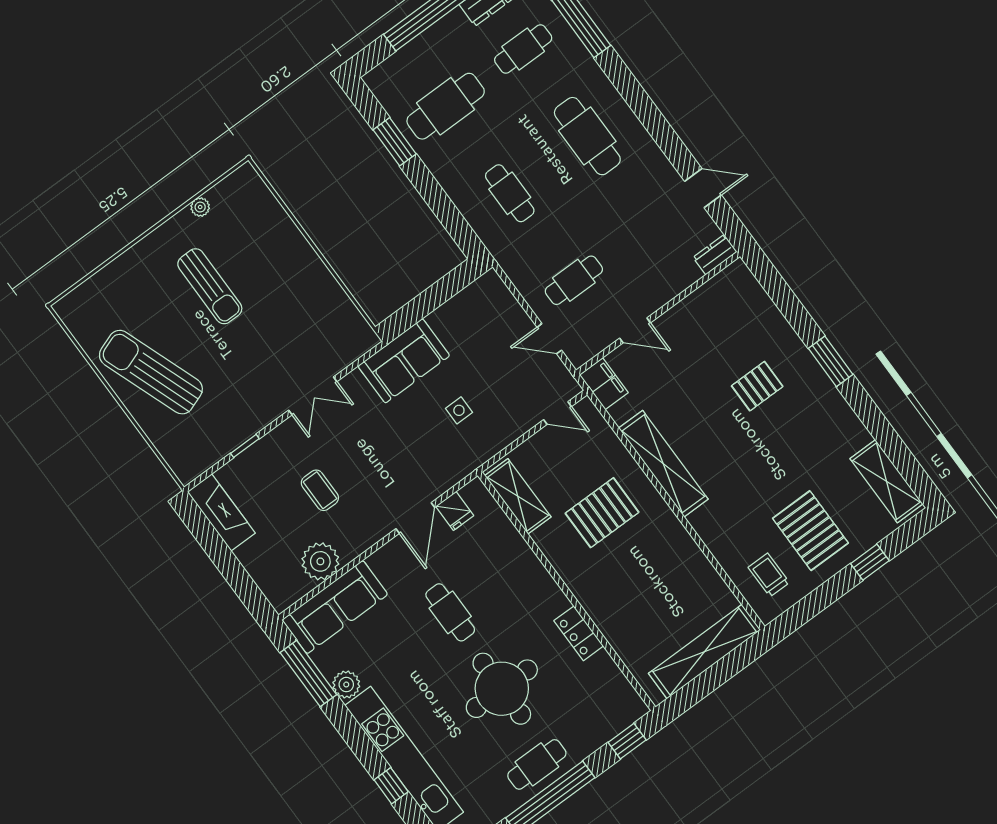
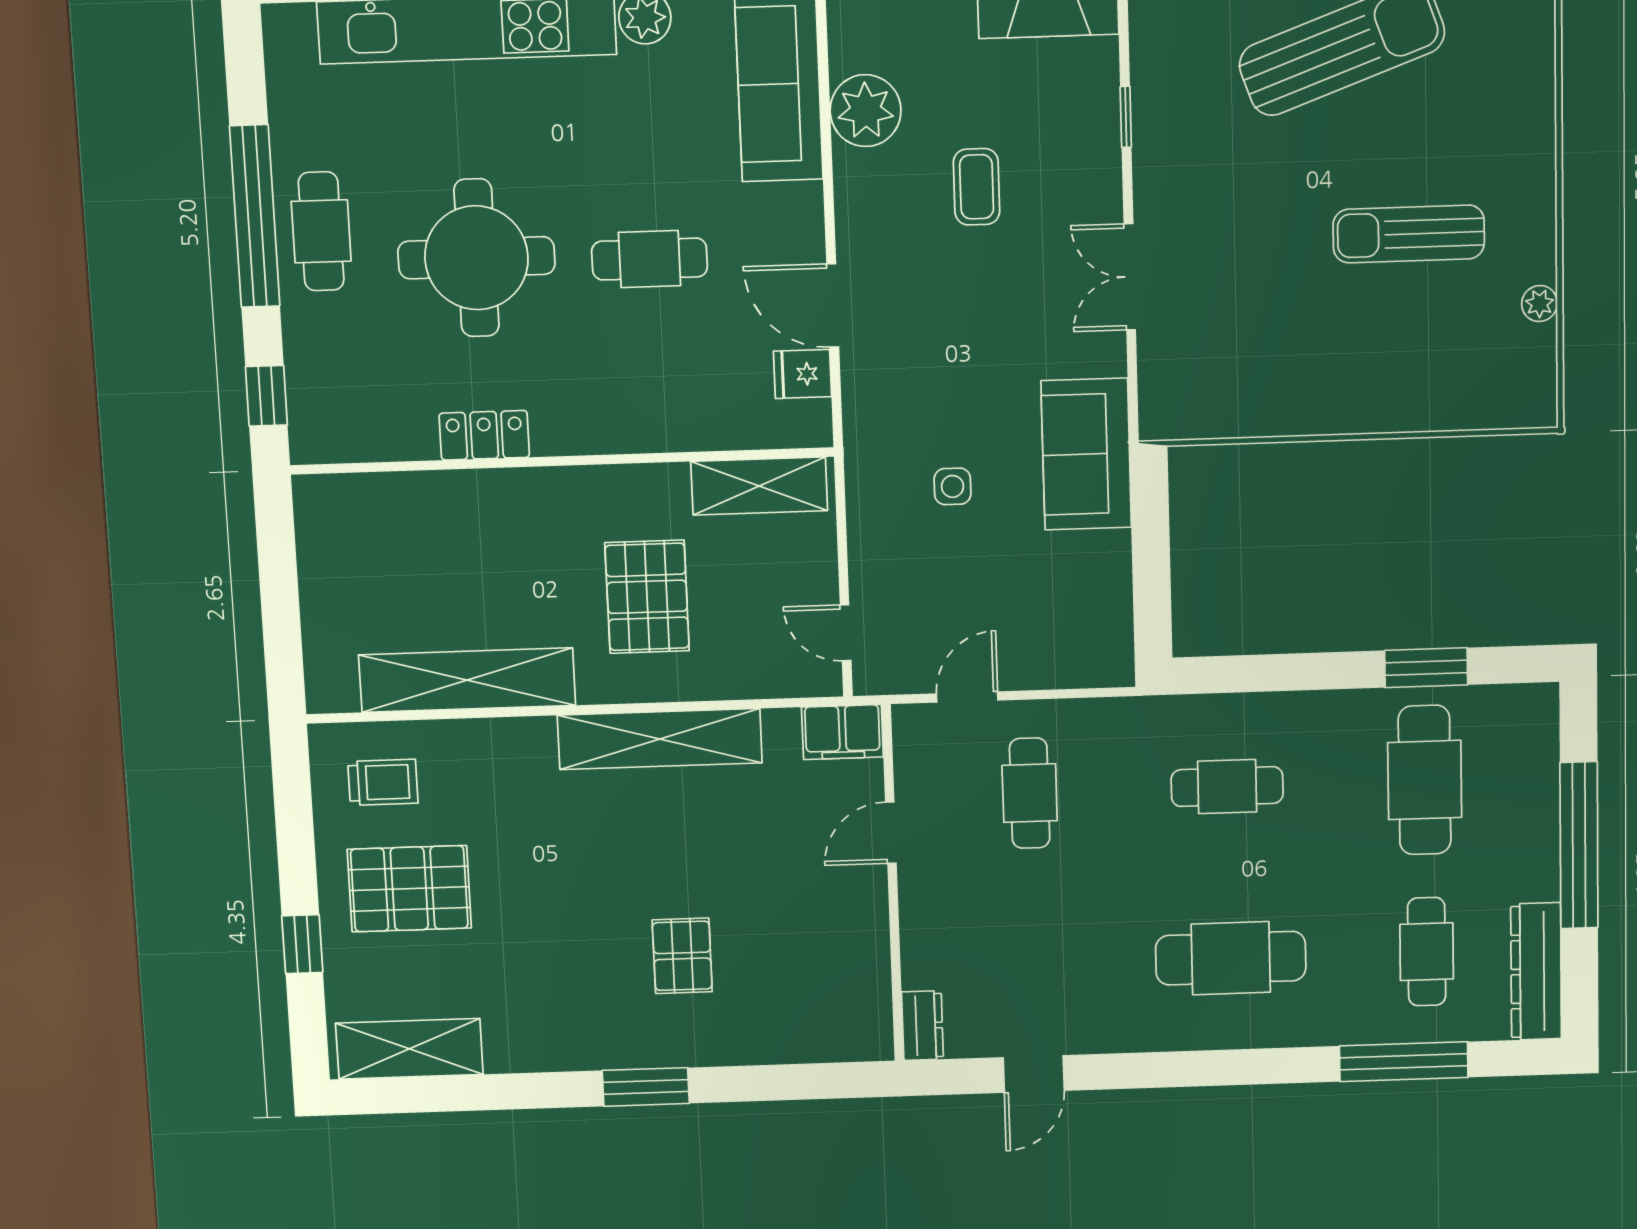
door: (558, 413) -> (846, 633), hinge flipped
coffee table: (320, 490) -> (977, 187), turned 90
shelving: (705, 652) -> (467, 680), moved, turned 90

